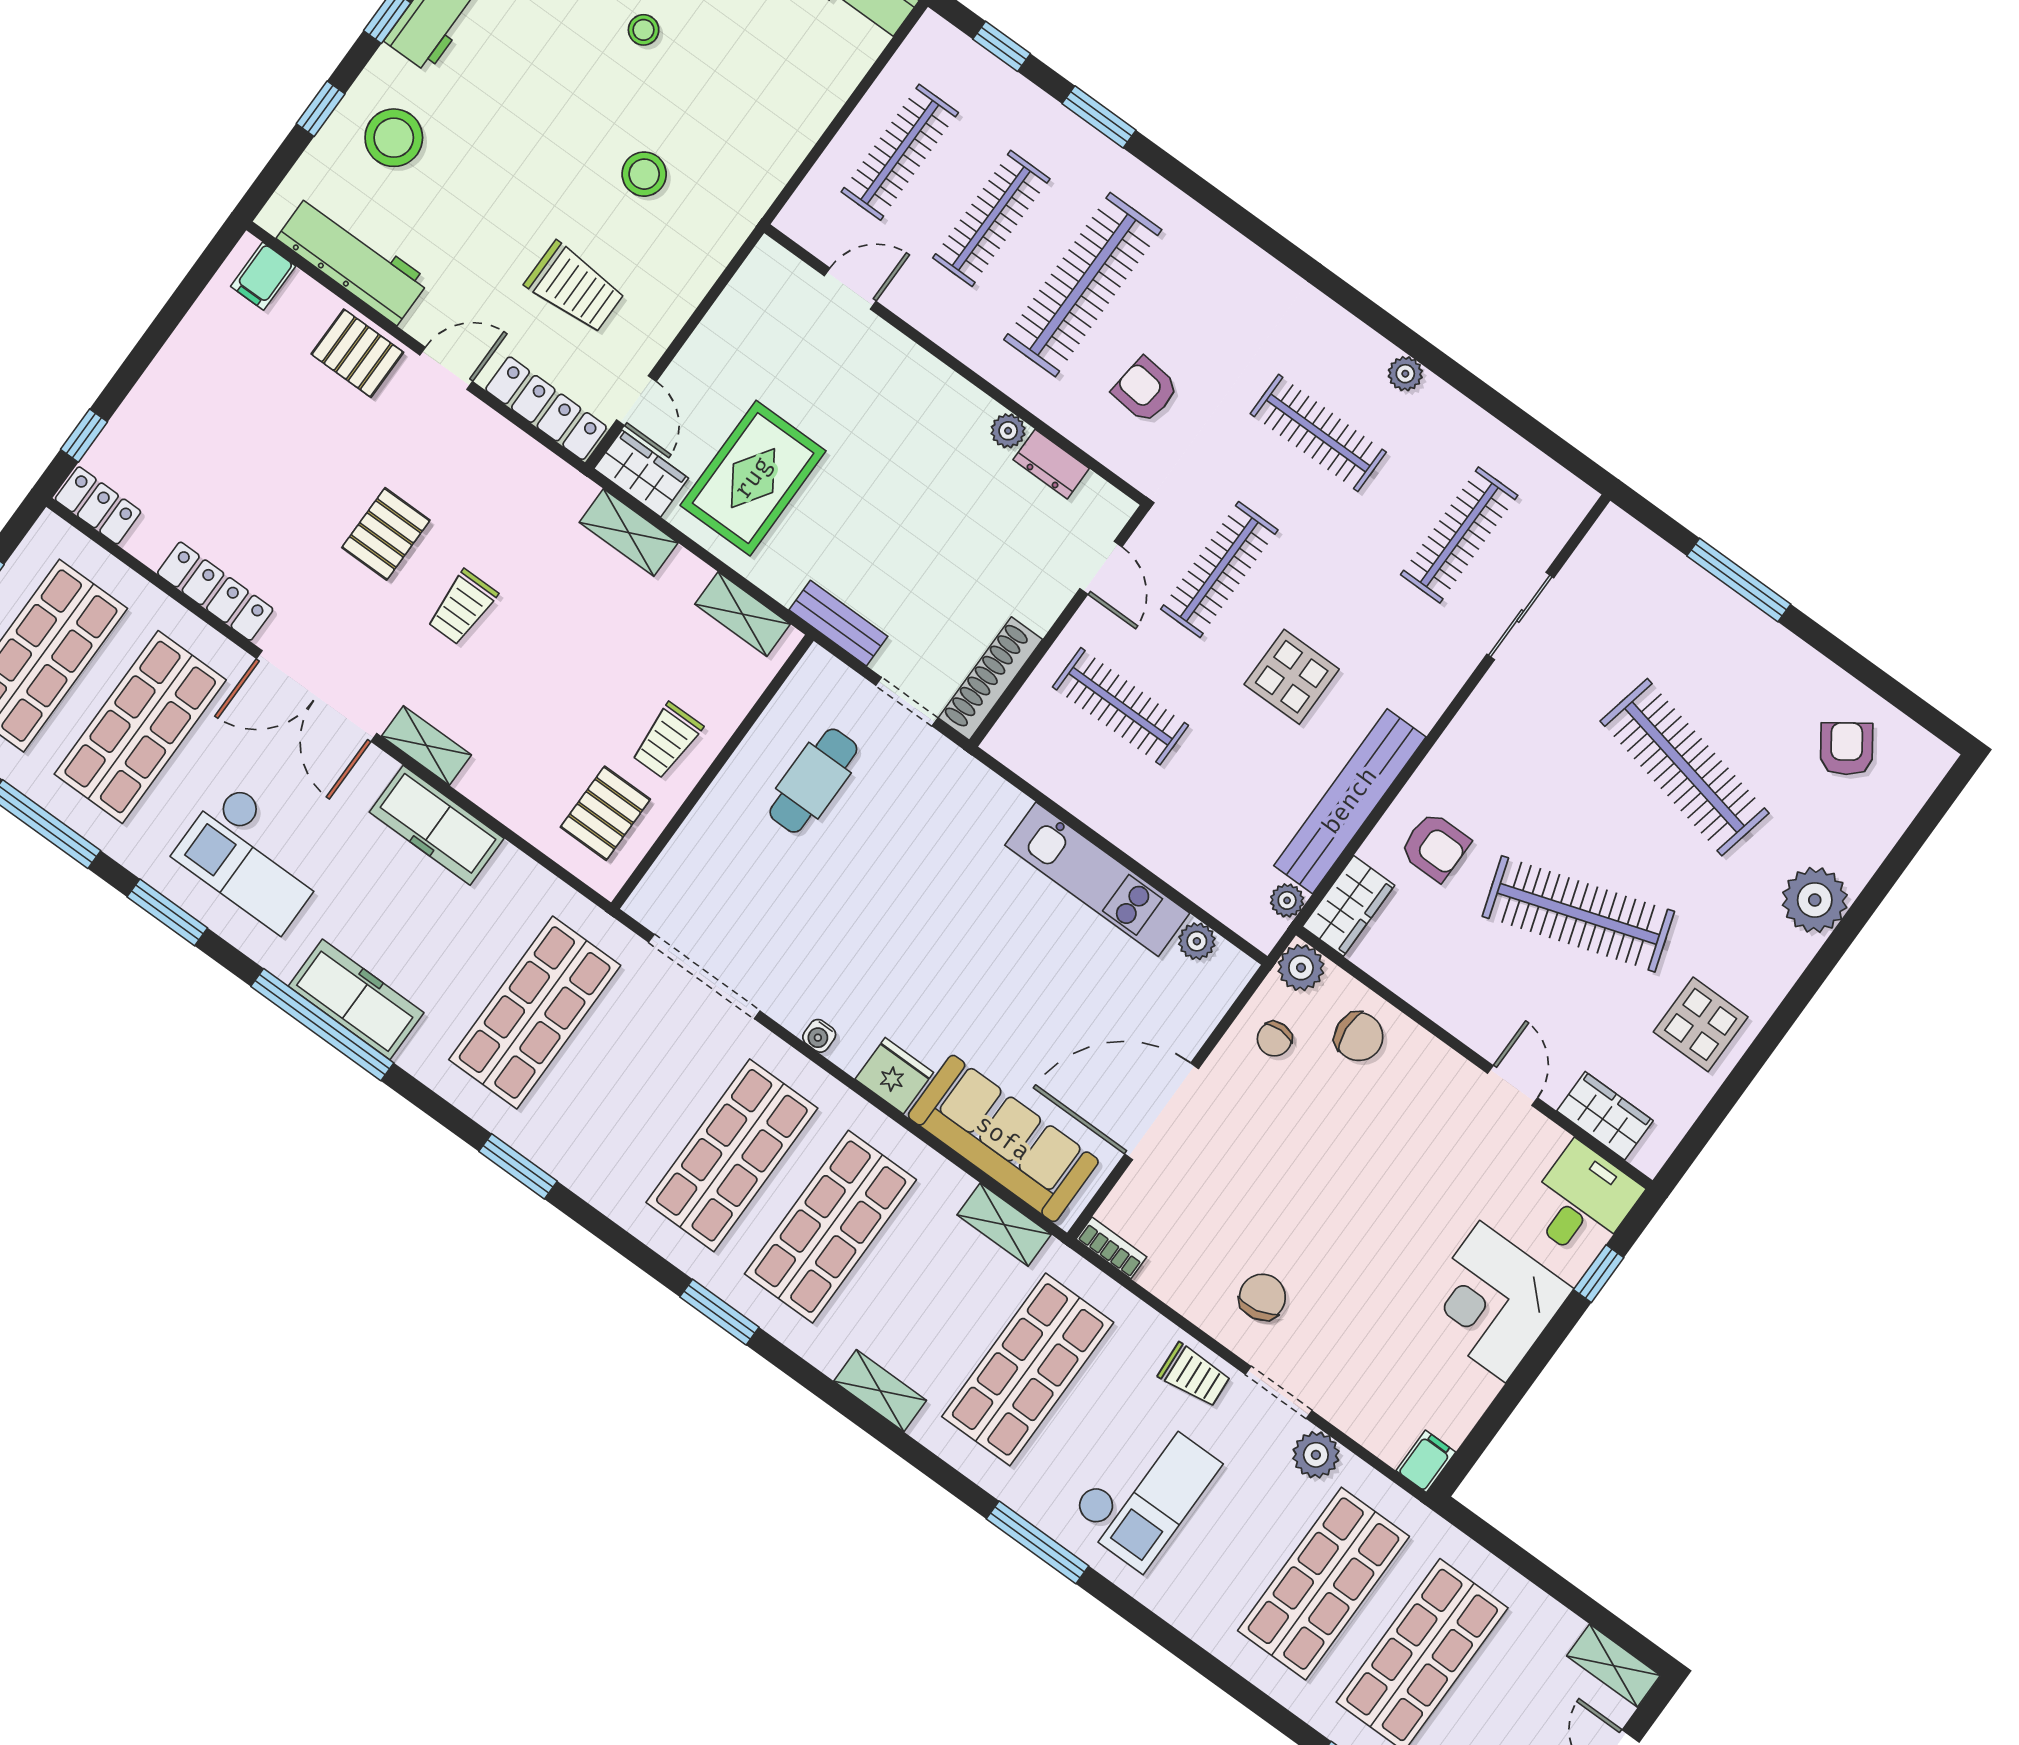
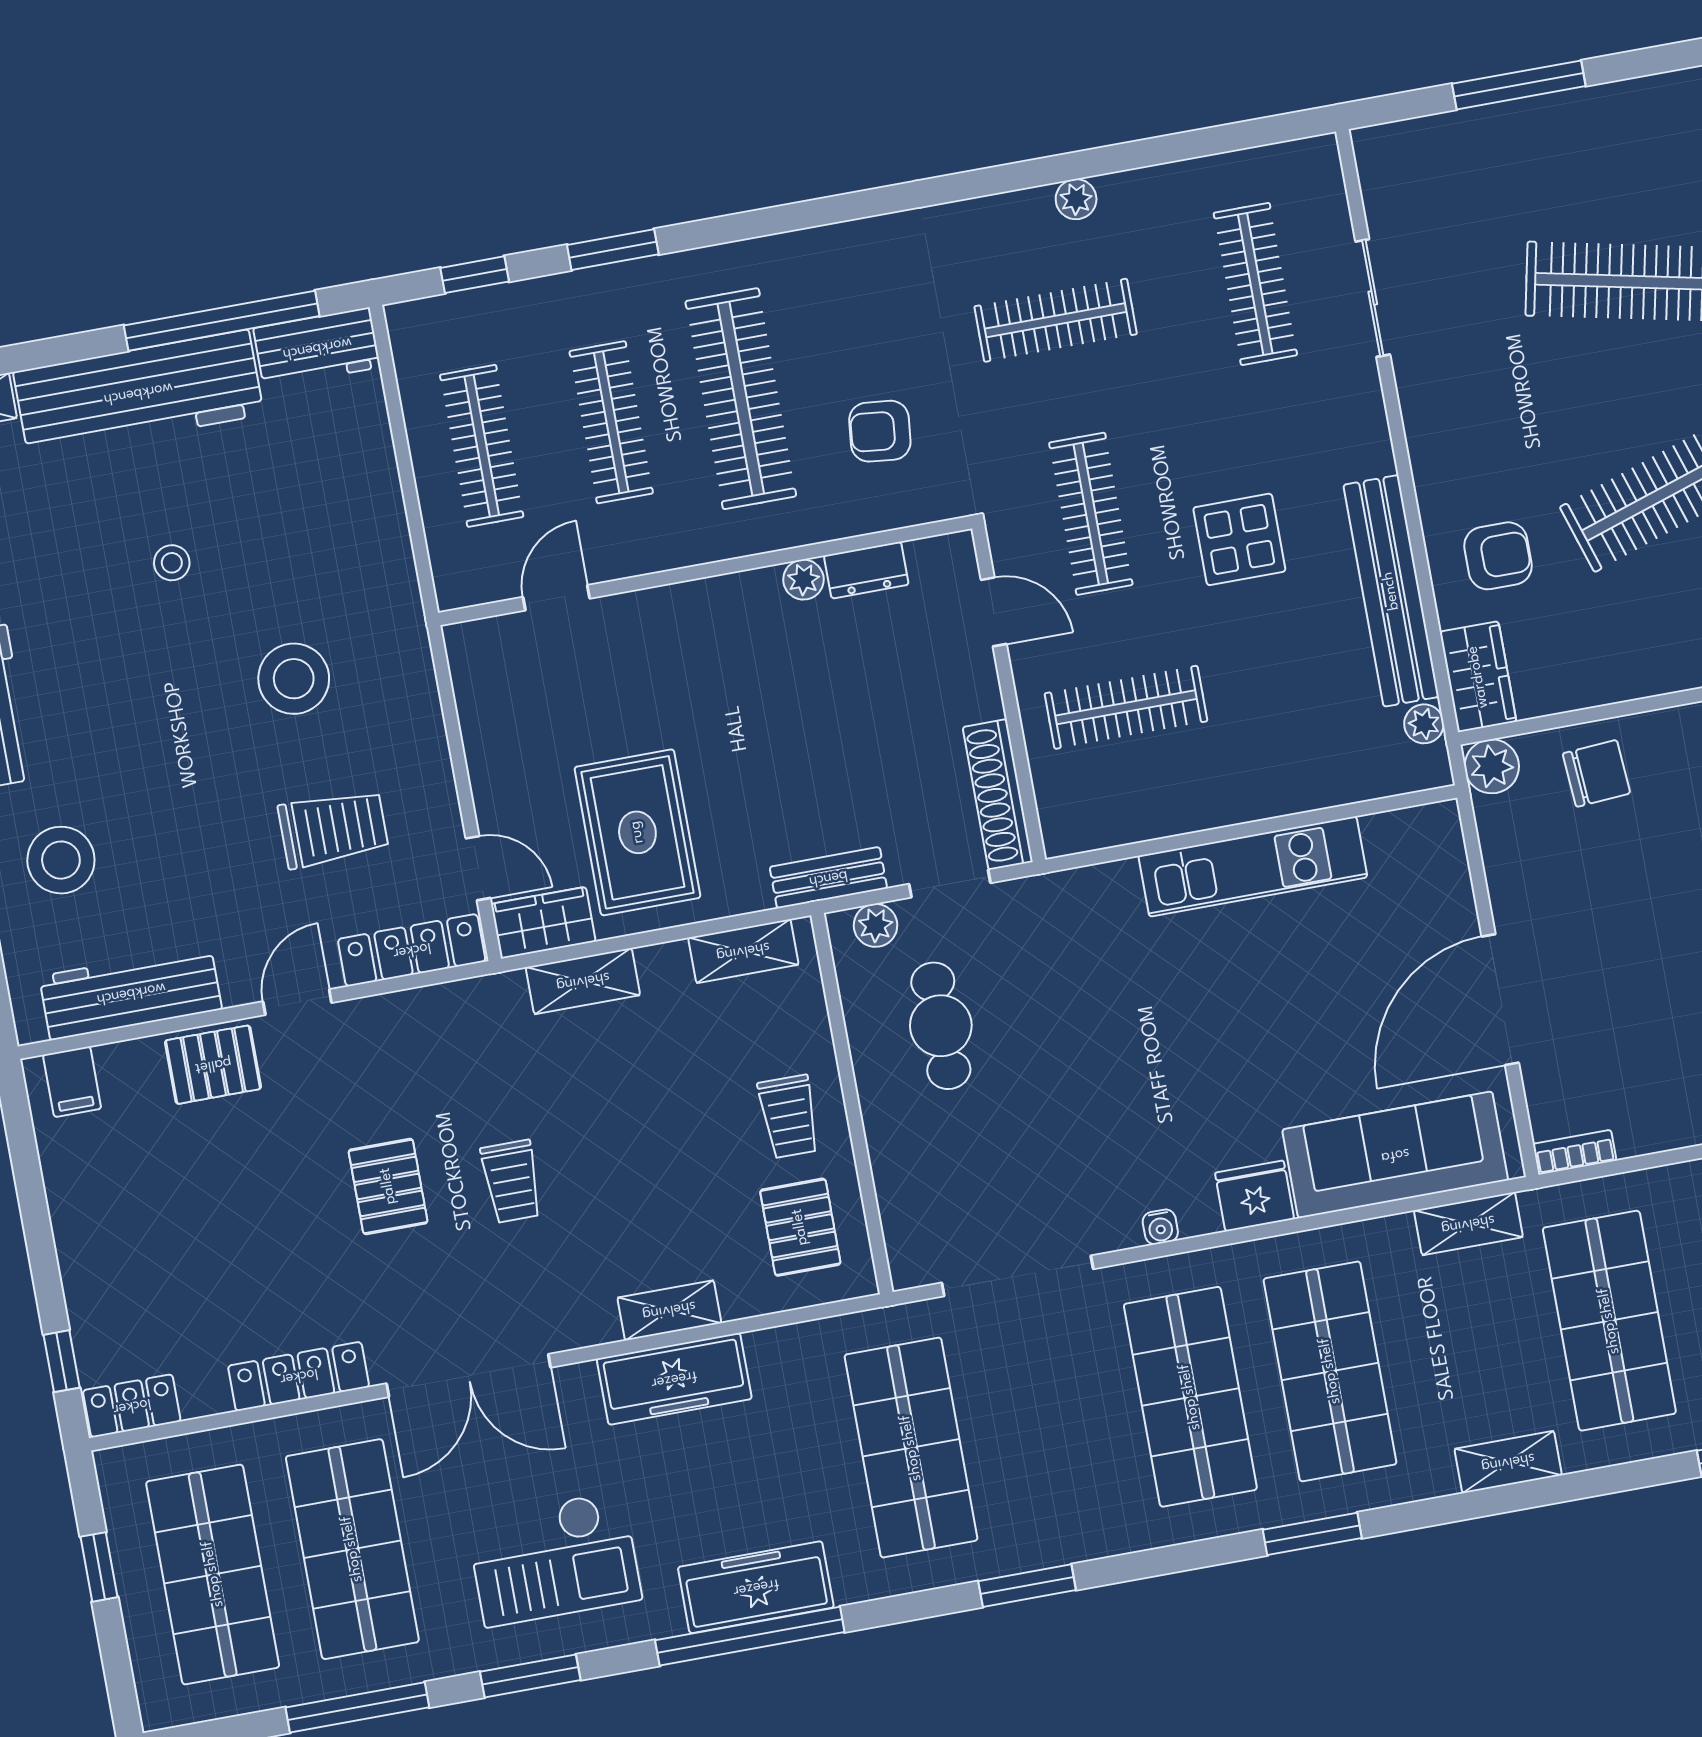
stool: (644, 174) -> (294, 679), width x1.38, depth x1.38
shelving: (426, 746) -> (669, 1310), moved
plant: (1197, 941) -> (876, 925), moved
chair: (1274, 1039) -> (1530, 846), removed

